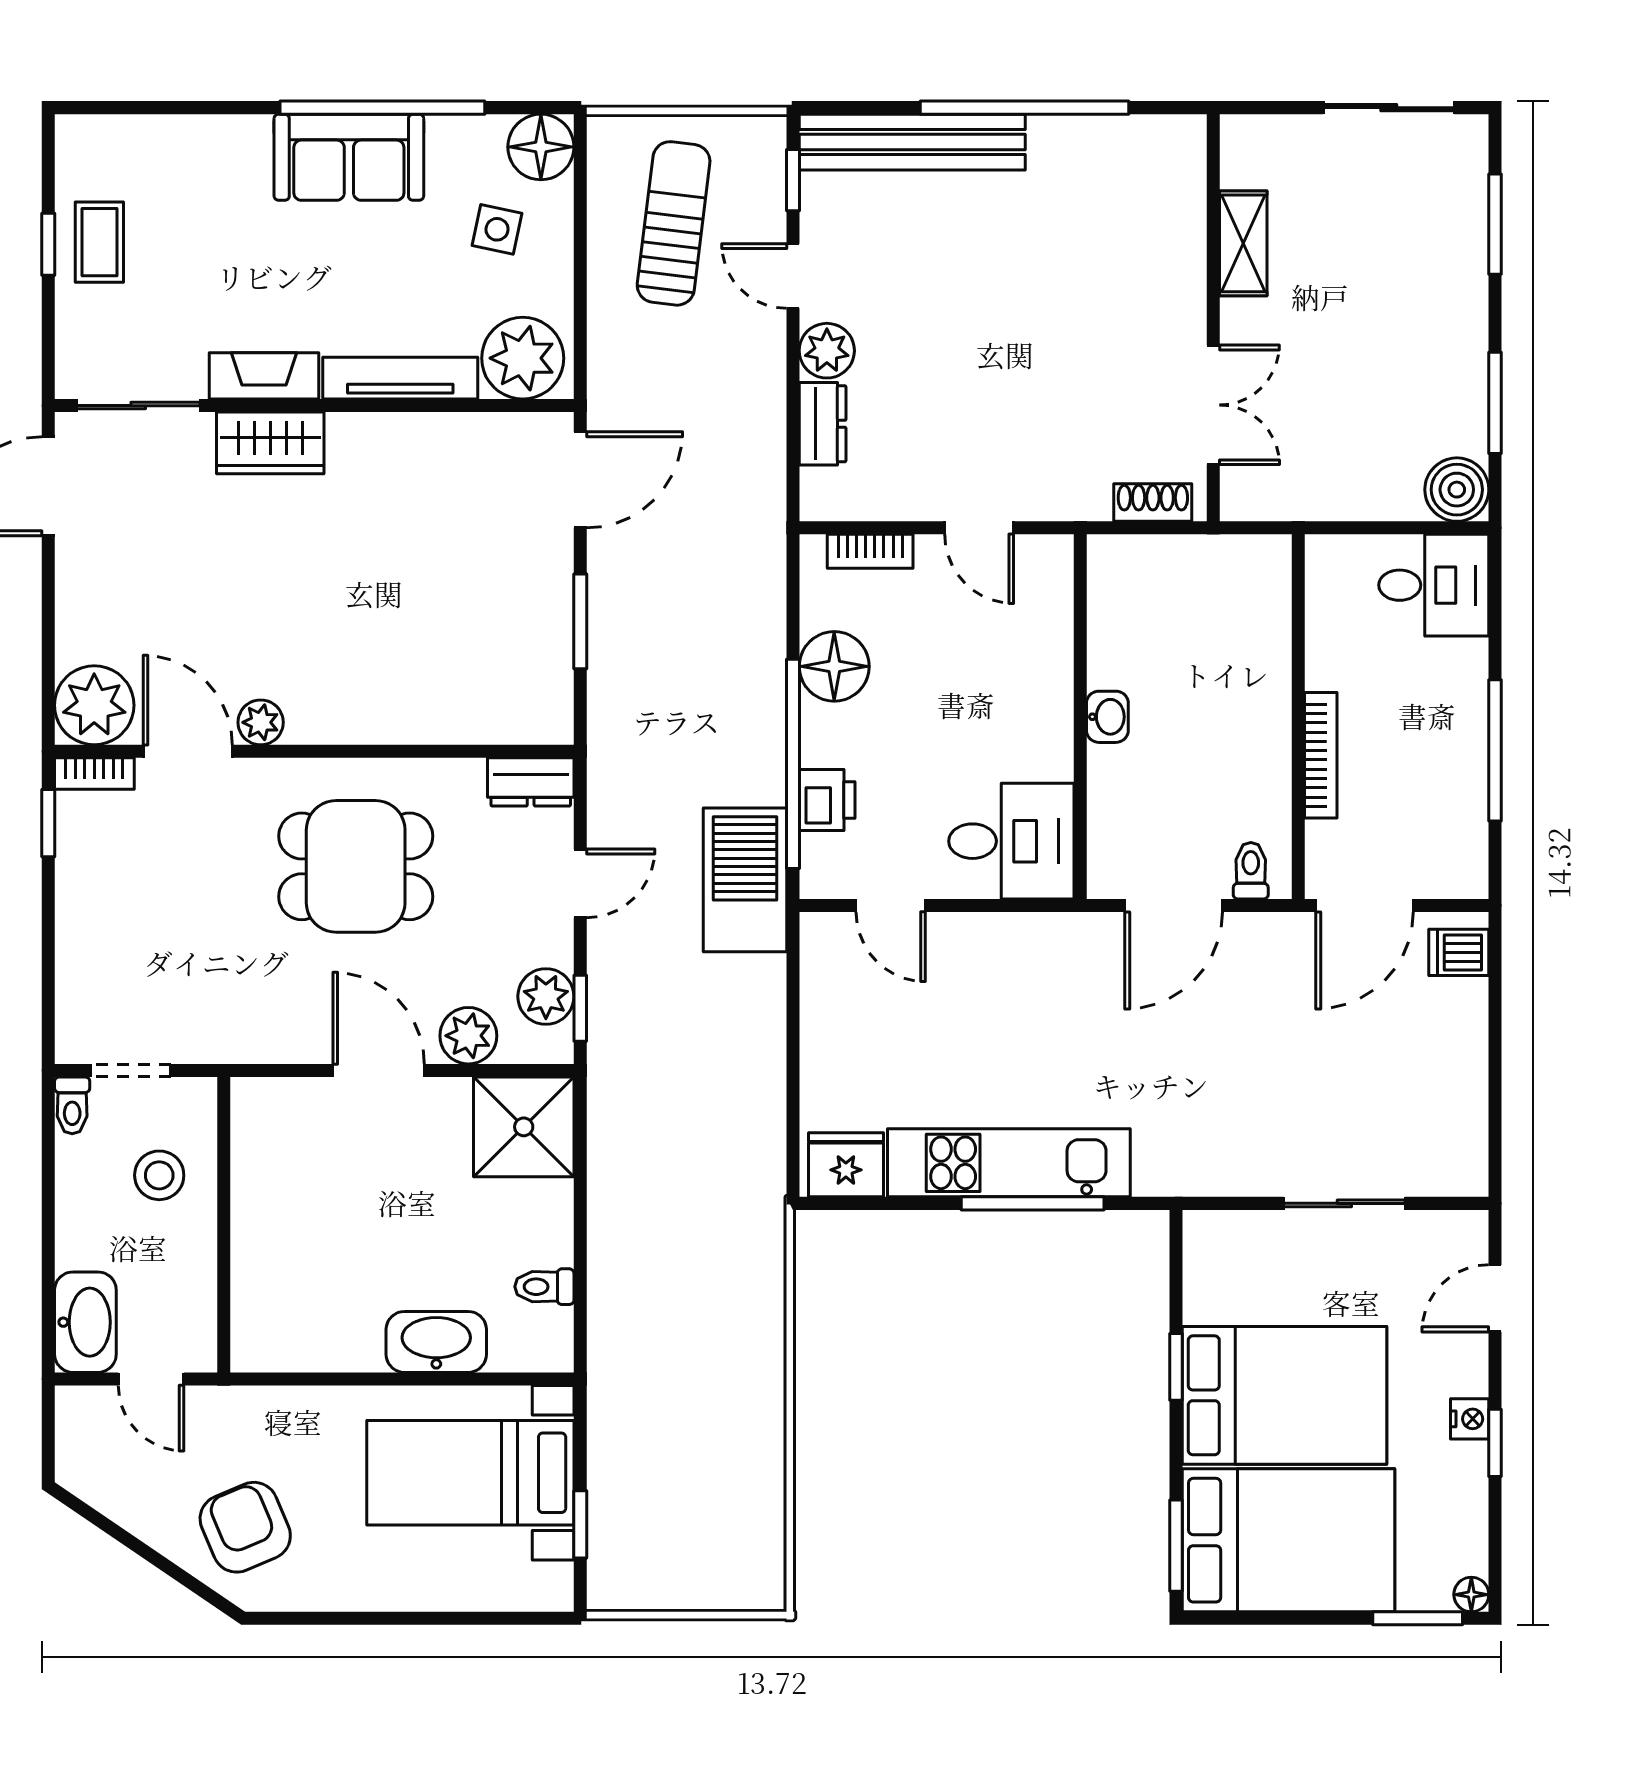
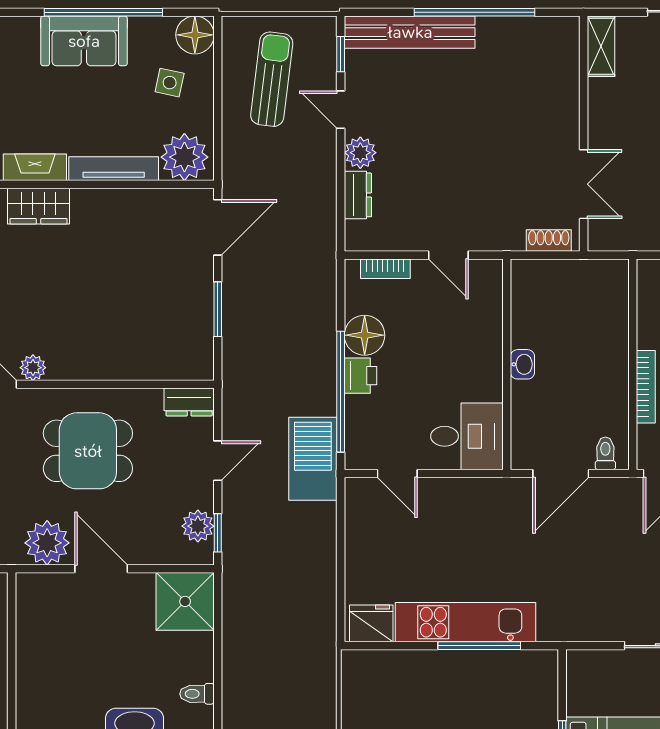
shelving: (1243, 243) -> (601, 46), moved
printer: (827, 800) -> (360, 376), moved
plant: (468, 1036) -> (47, 543), moved, width x1.36, depth x1.36

